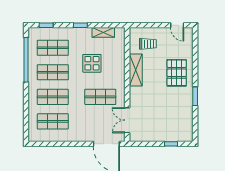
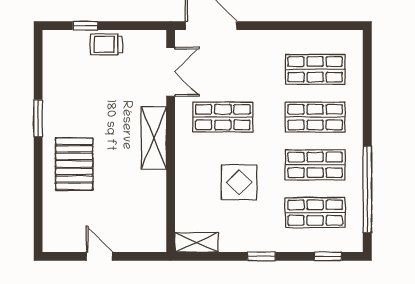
door: (177, 25) -> (99, 256), moved
shelving: (103, 32) -> (197, 242), moved
trolley: (148, 44) -> (106, 44), moved
shelving: (136, 70) -> (154, 138), moved

